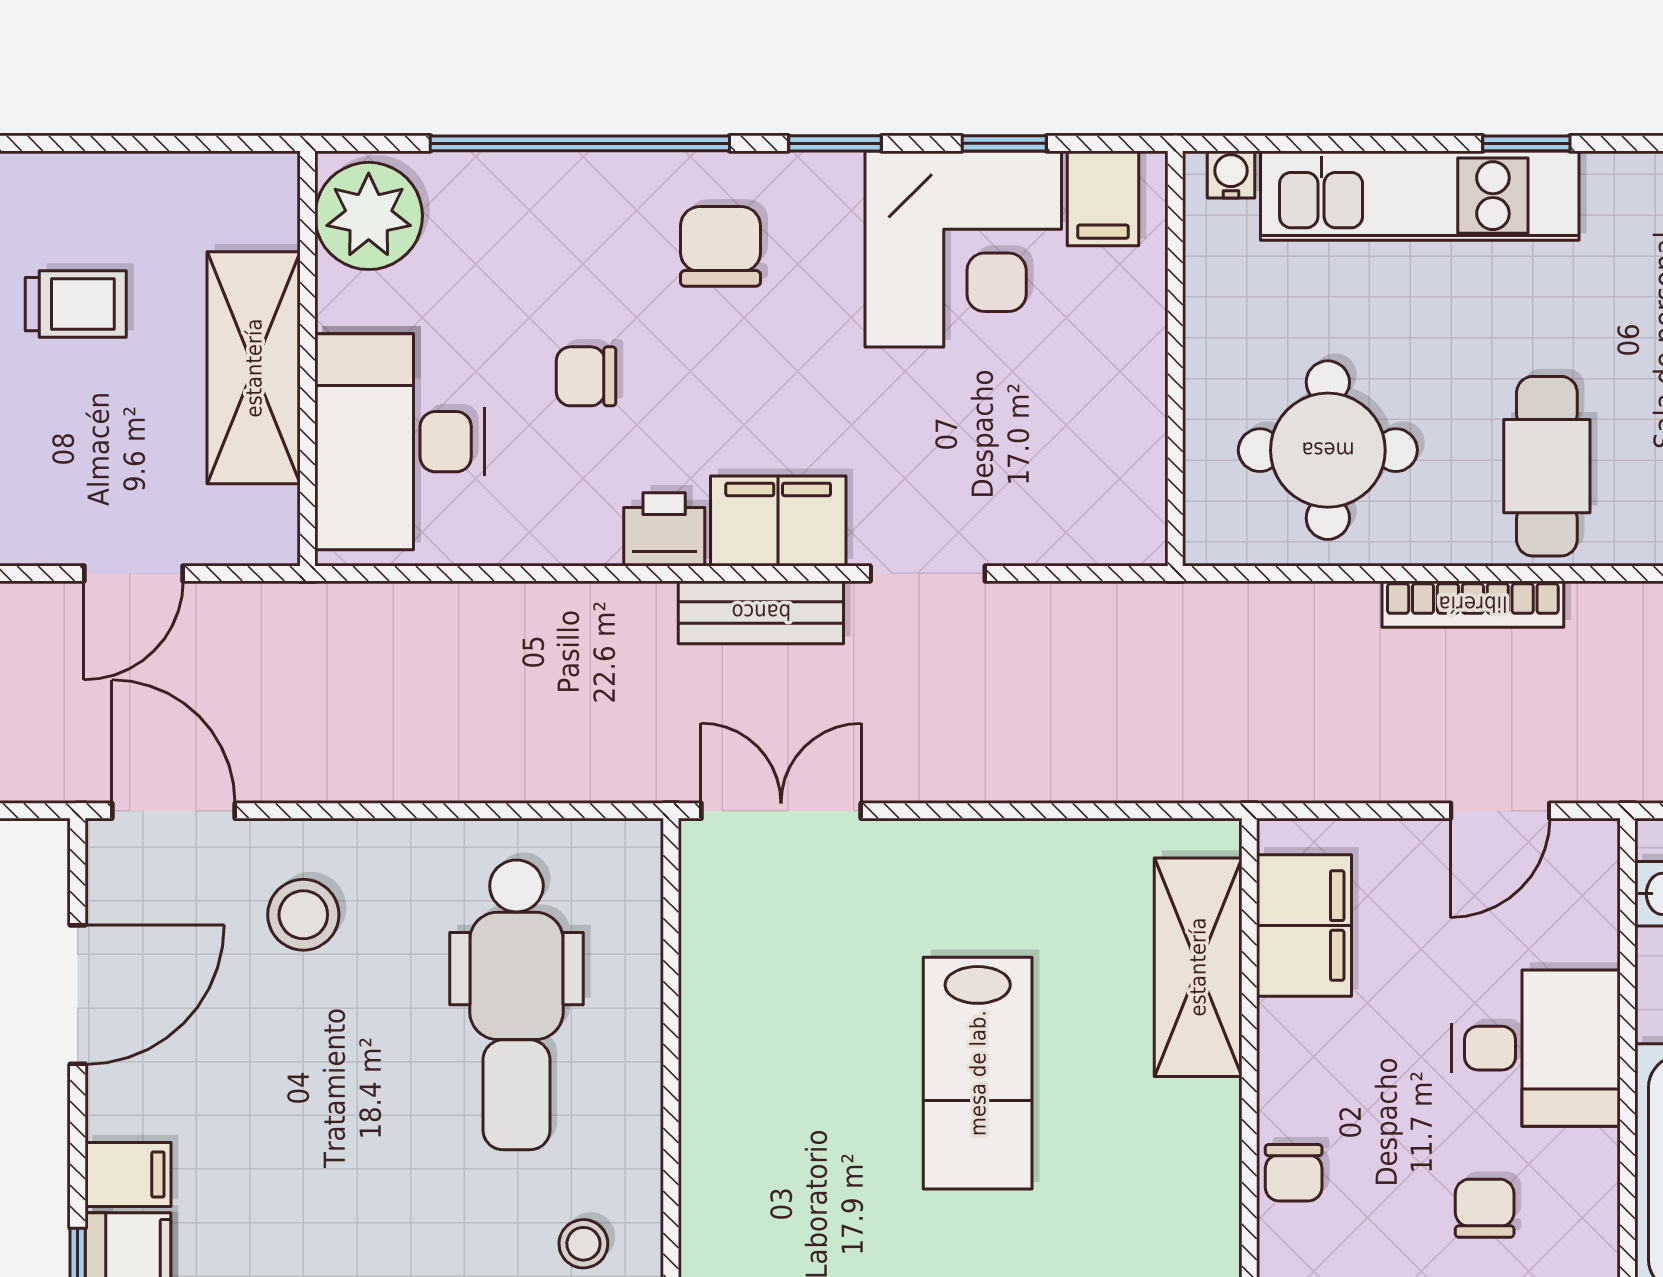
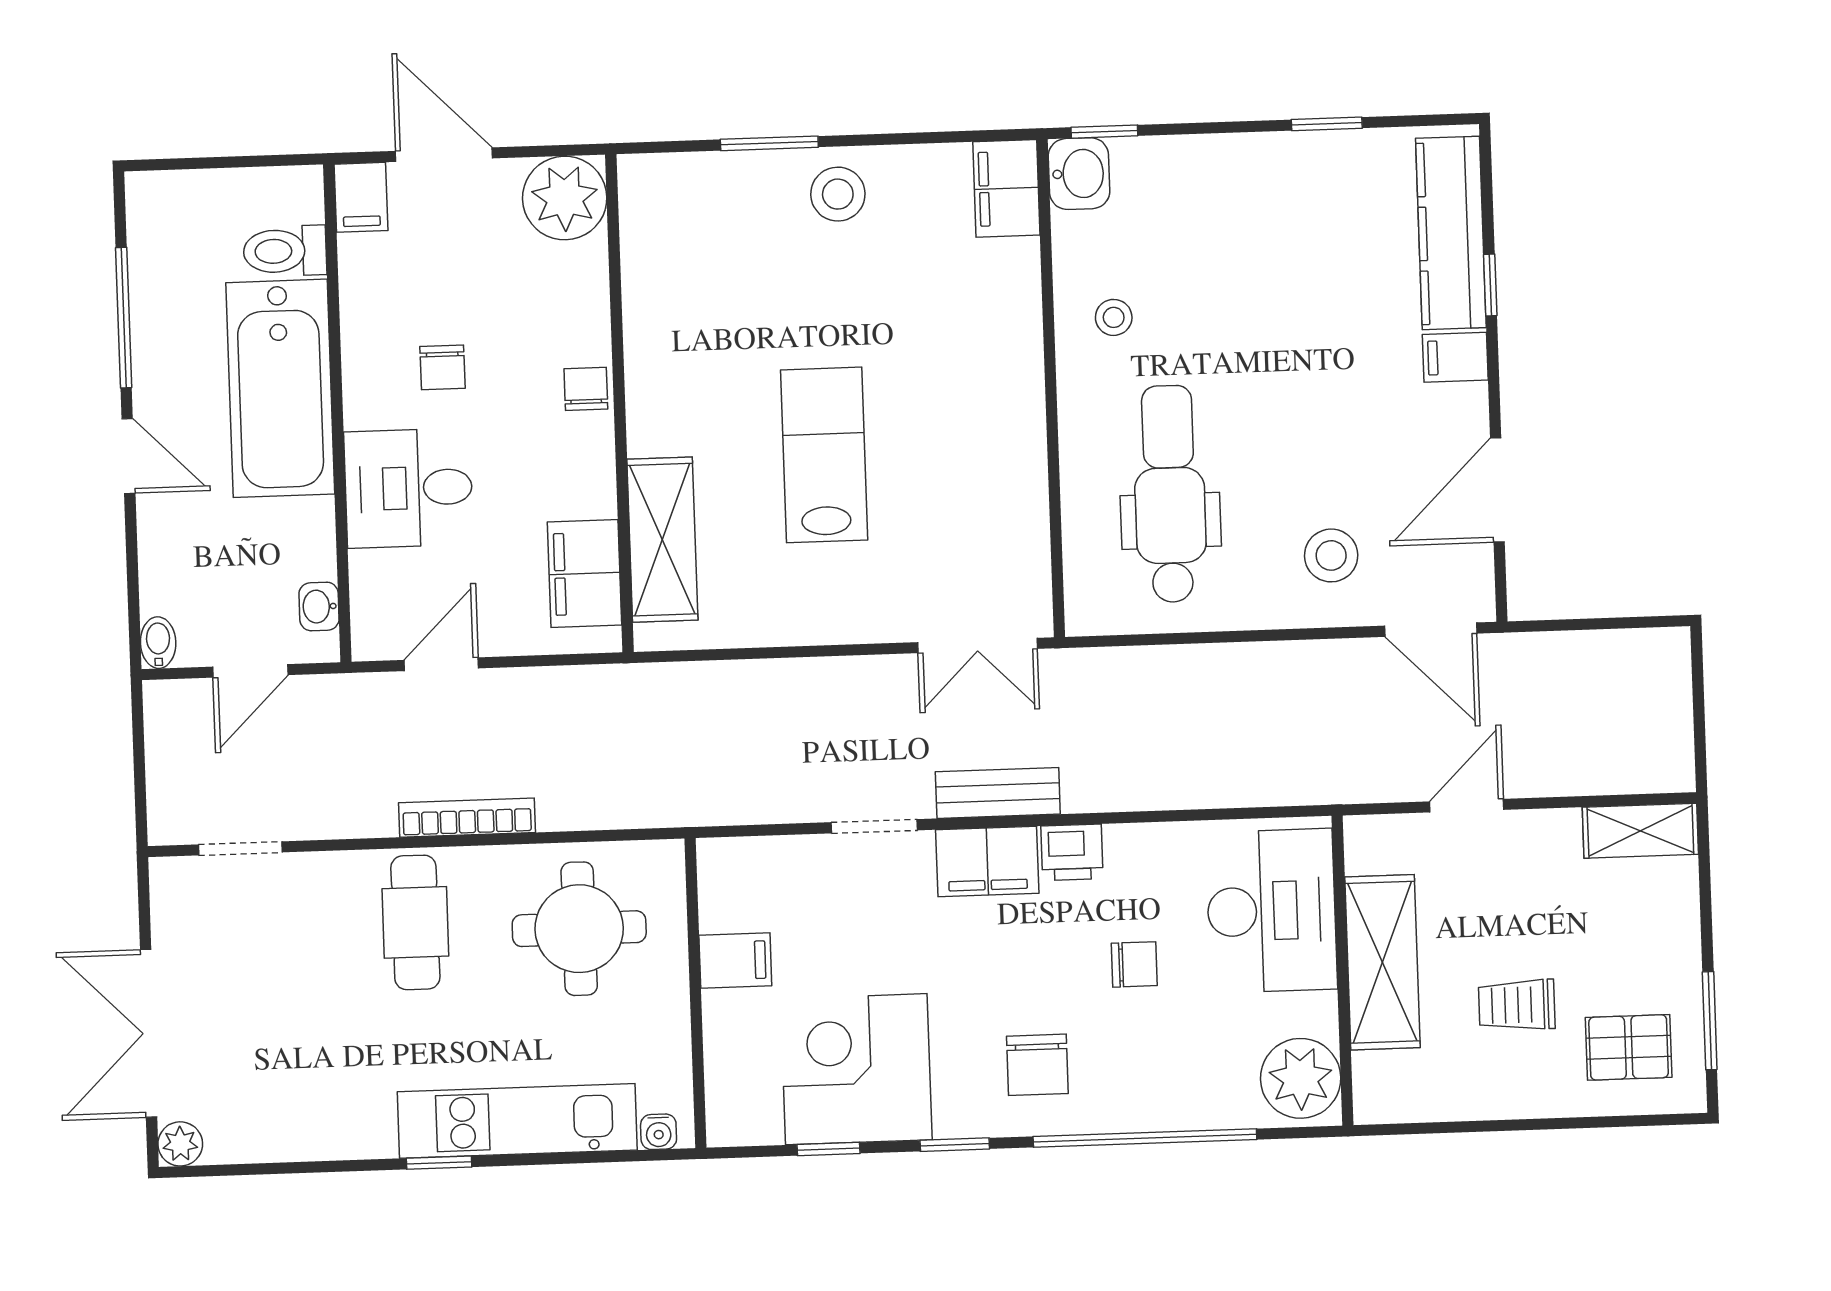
filing cabinet: (1103, 198) -> (735, 960), moved, turned 90

